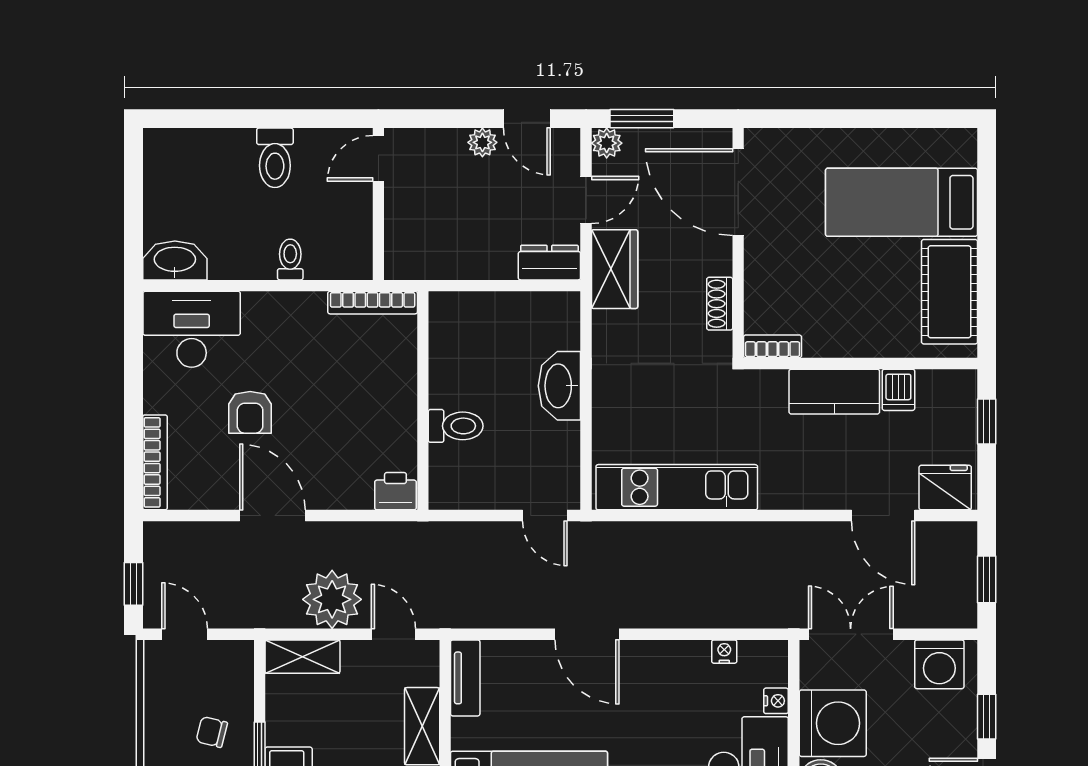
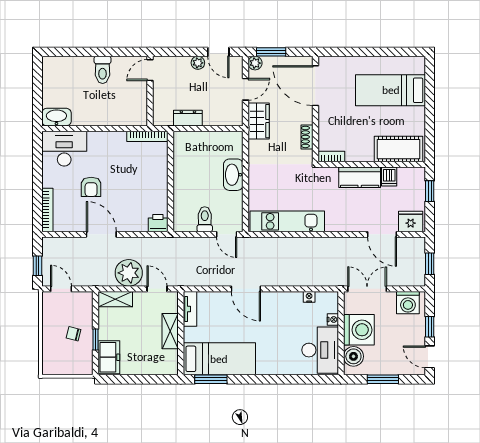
toilet: (290, 260) -> (110, 117), removed
dresser: (549, 263) -> (188, 118), moved
cot: (950, 292) -> (398, 149), moved, turned 90
toilet: (456, 426) -> (205, 219), moved, turned -90

